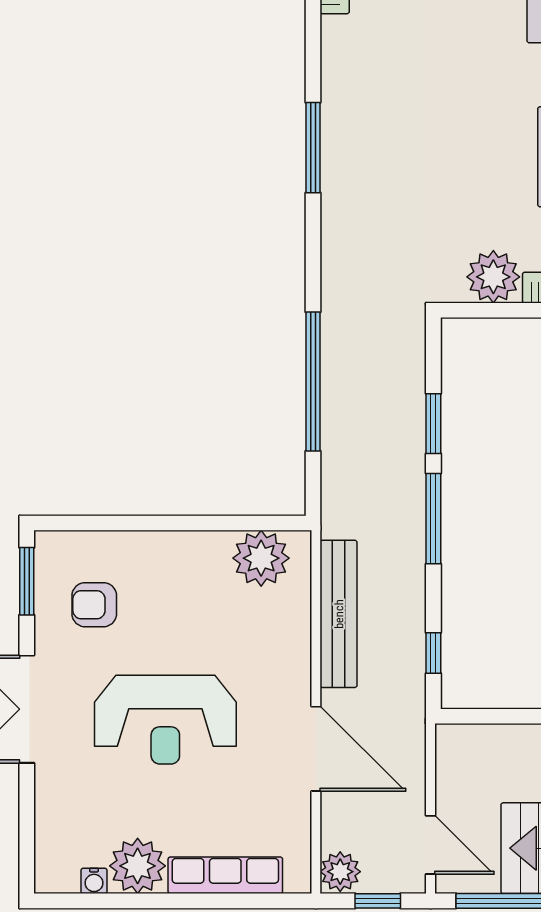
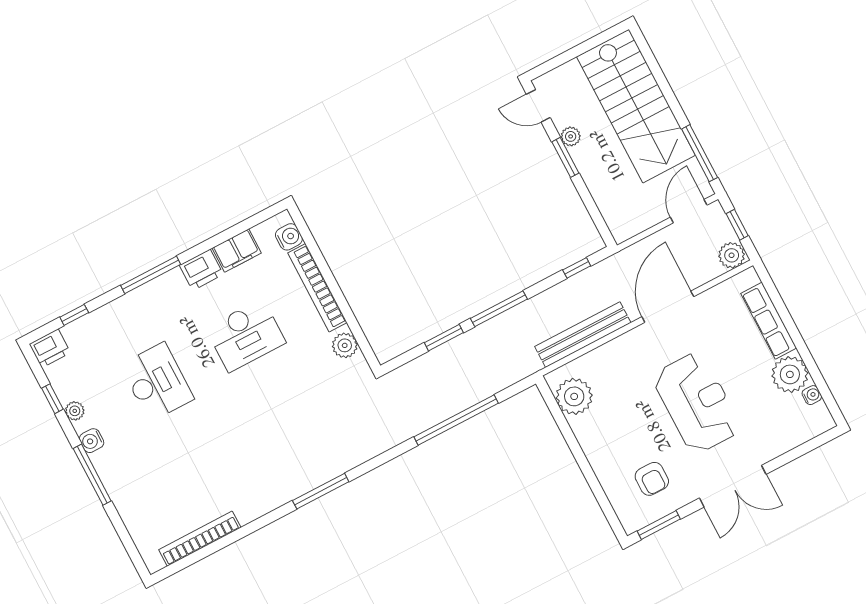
plant: (493, 277) -> (345, 345), width x0.73, depth x0.73

